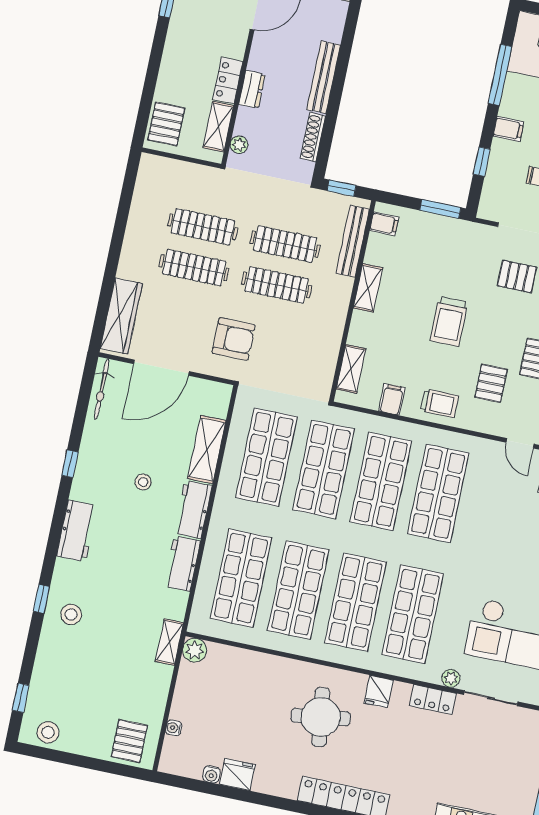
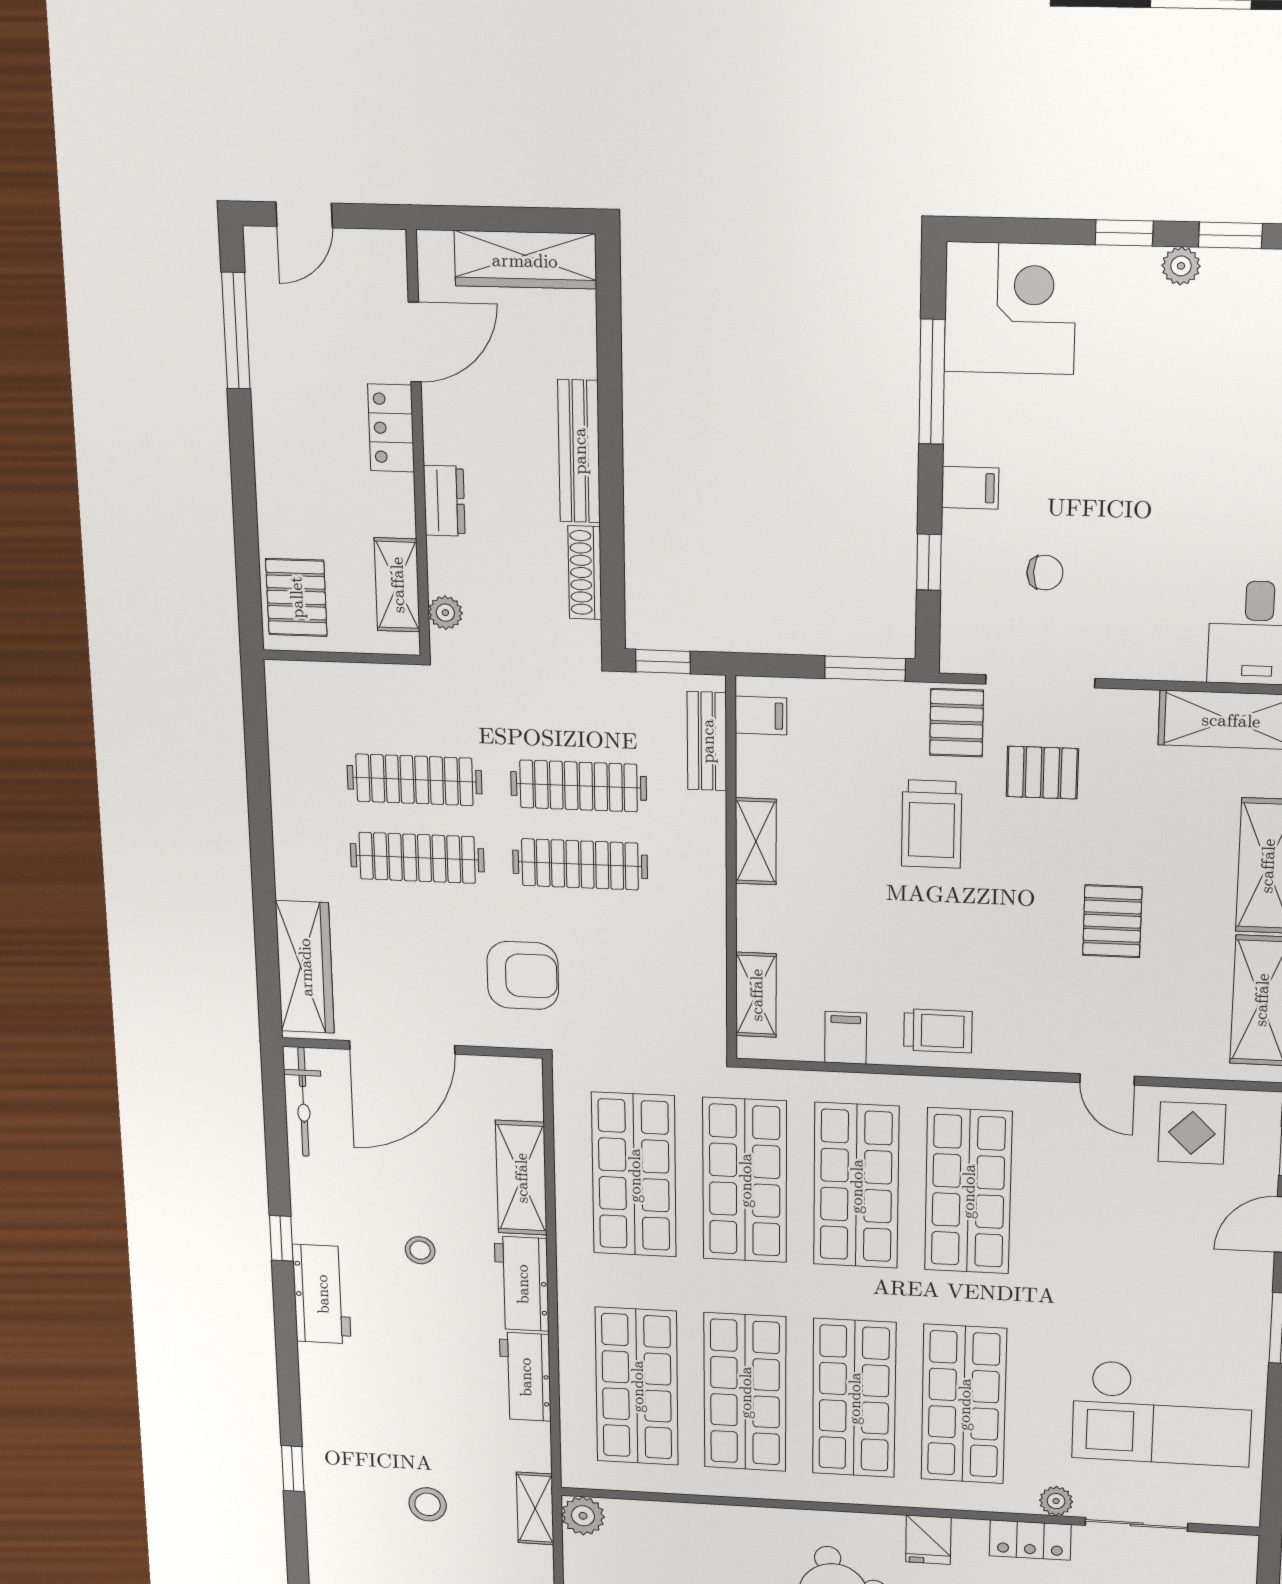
locker: (228, 80) -> (391, 428), moved
bench: (353, 241) -> (707, 741), width x0.73
trolley: (449, 321) -> (932, 824), moved
pallet: (491, 383) -> (957, 723), moved
workbench: (77, 531) -> (322, 1294), moved
stool: (71, 614) -> (428, 1504), moved

